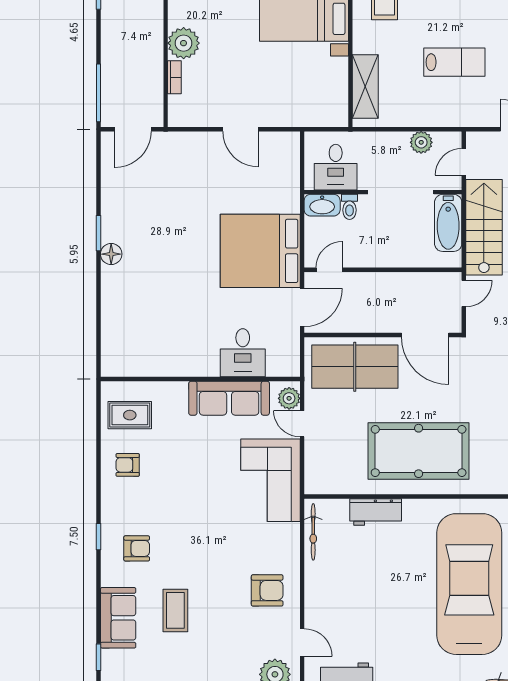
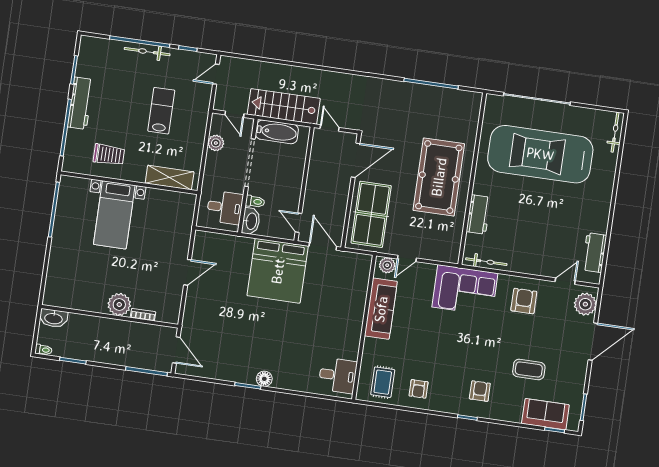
desk: (243, 353) -> (338, 375), moved
corner sofa: (270, 480) -> (465, 290), moved
sofa: (118, 618) -> (545, 414), moved

